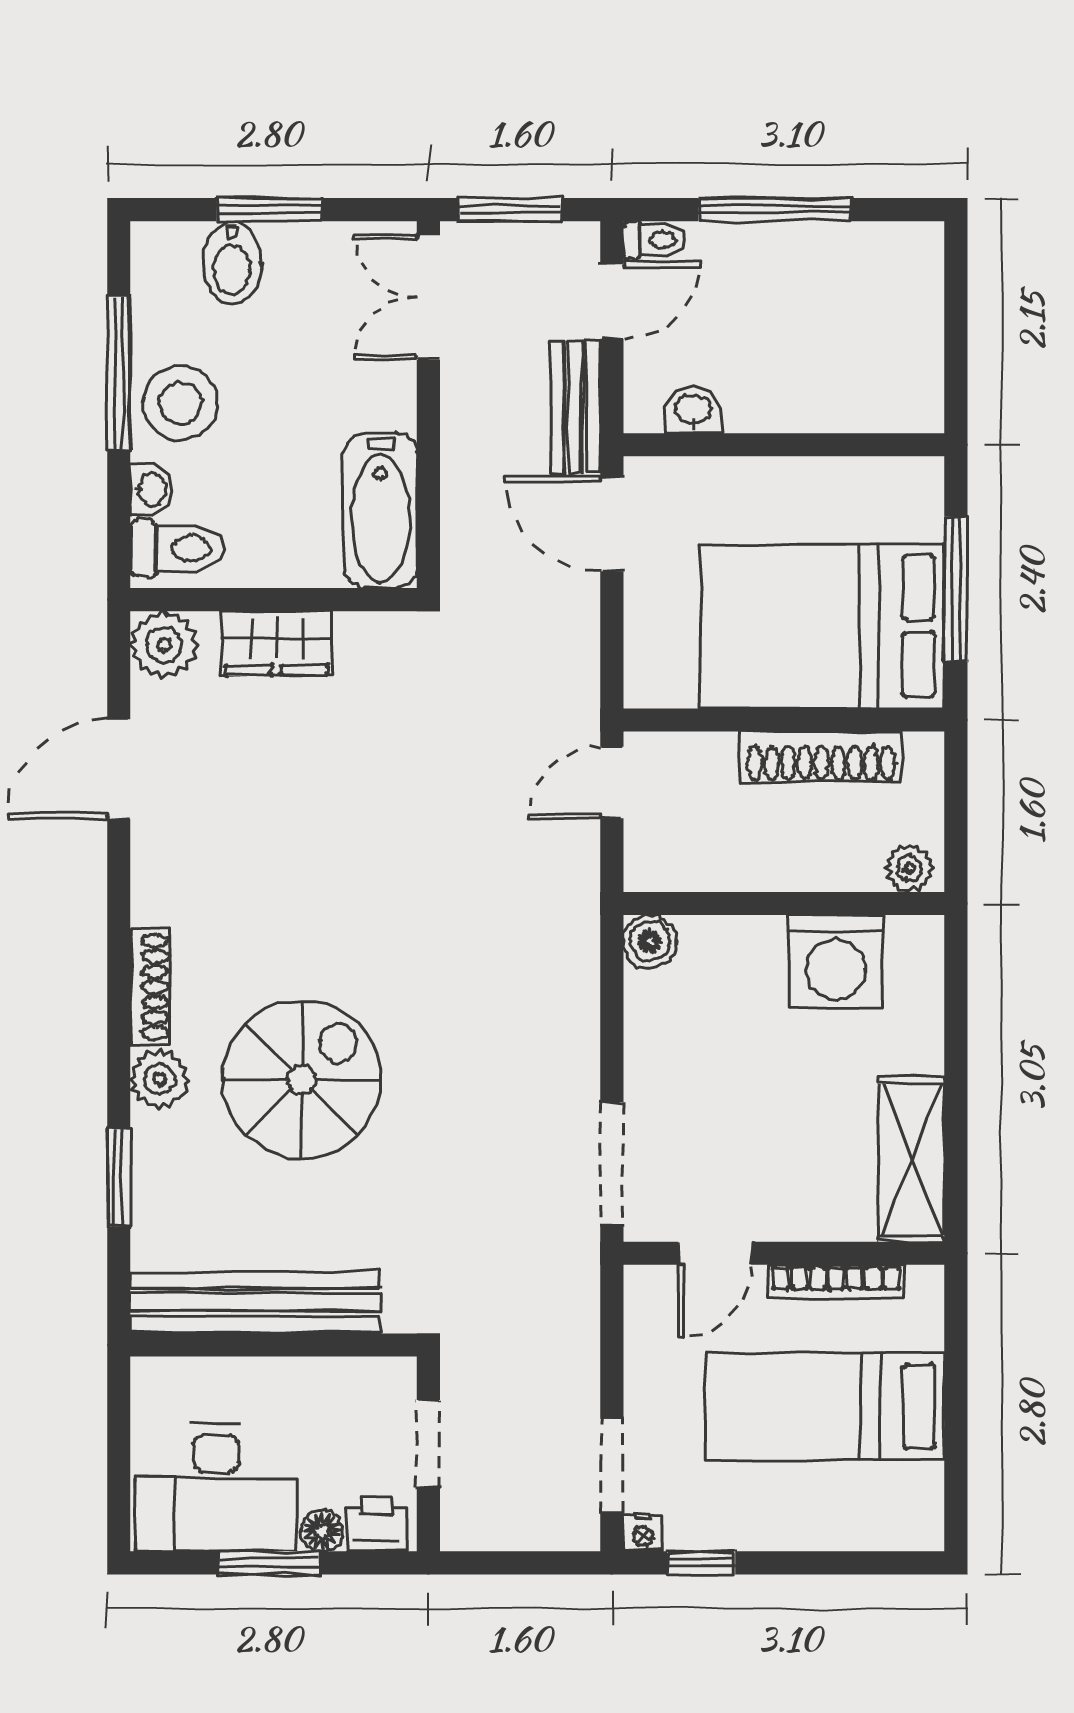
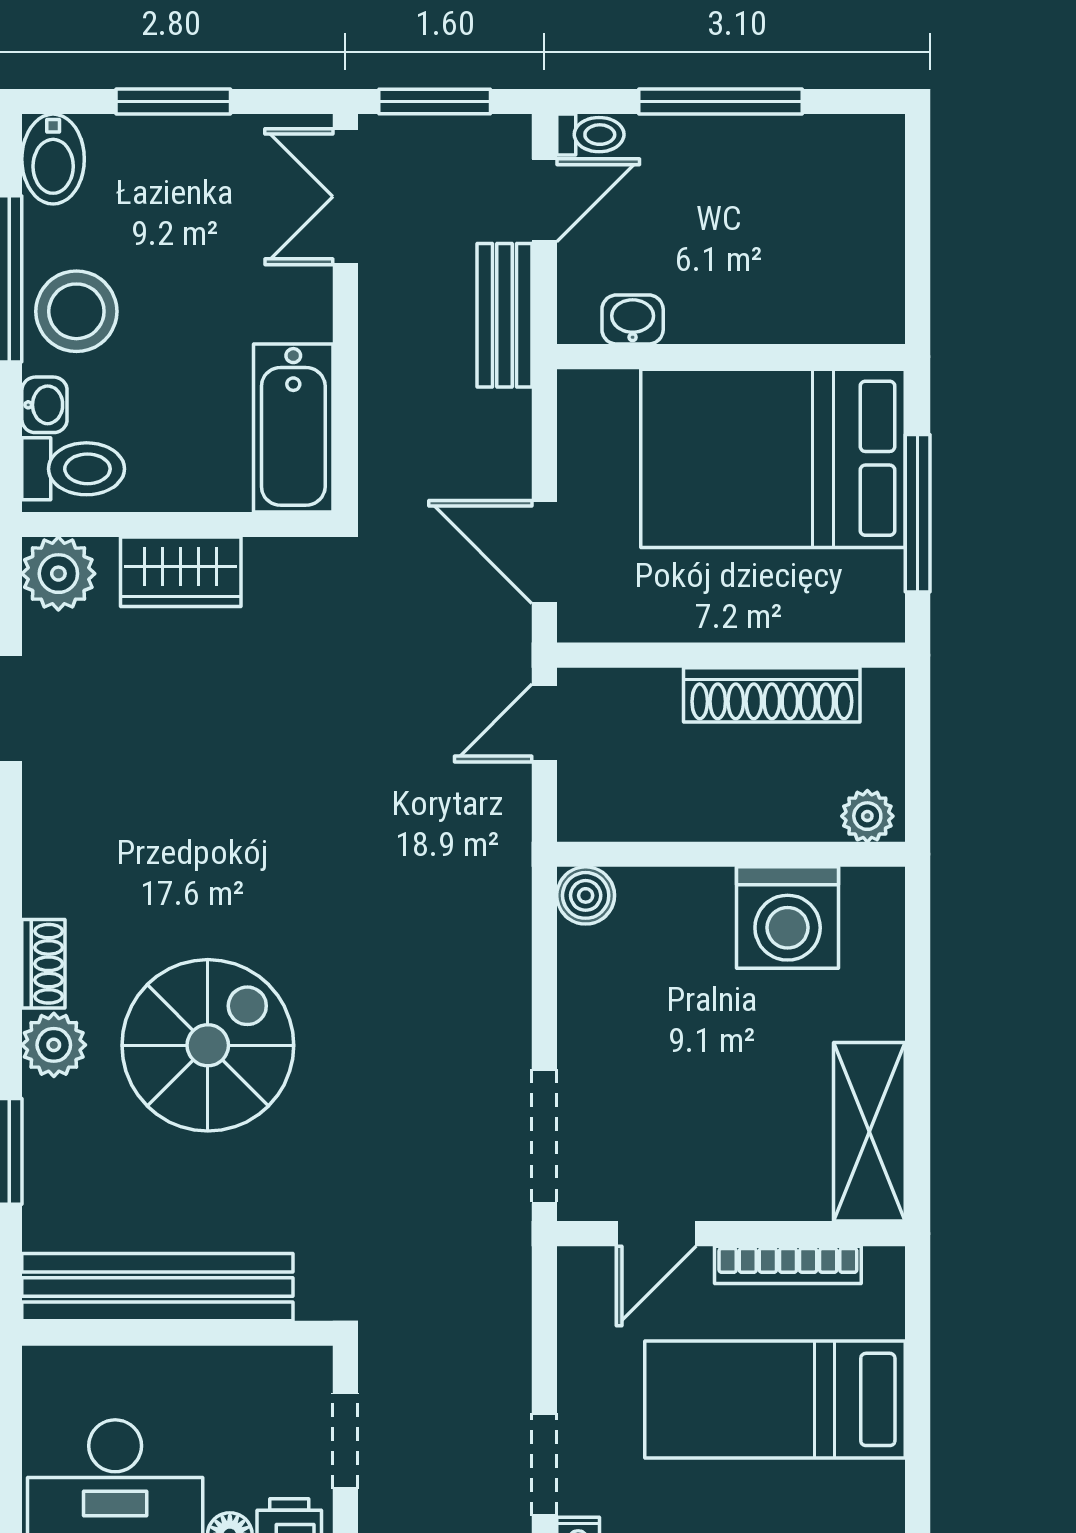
bidet: (232, 263) -> (53, 159), moved
door: (612, 524) -> (544, 552), moved
bed: (823, 626) -> (773, 458), moved
shoe rack: (150, 987) -> (43, 964), width x0.70

